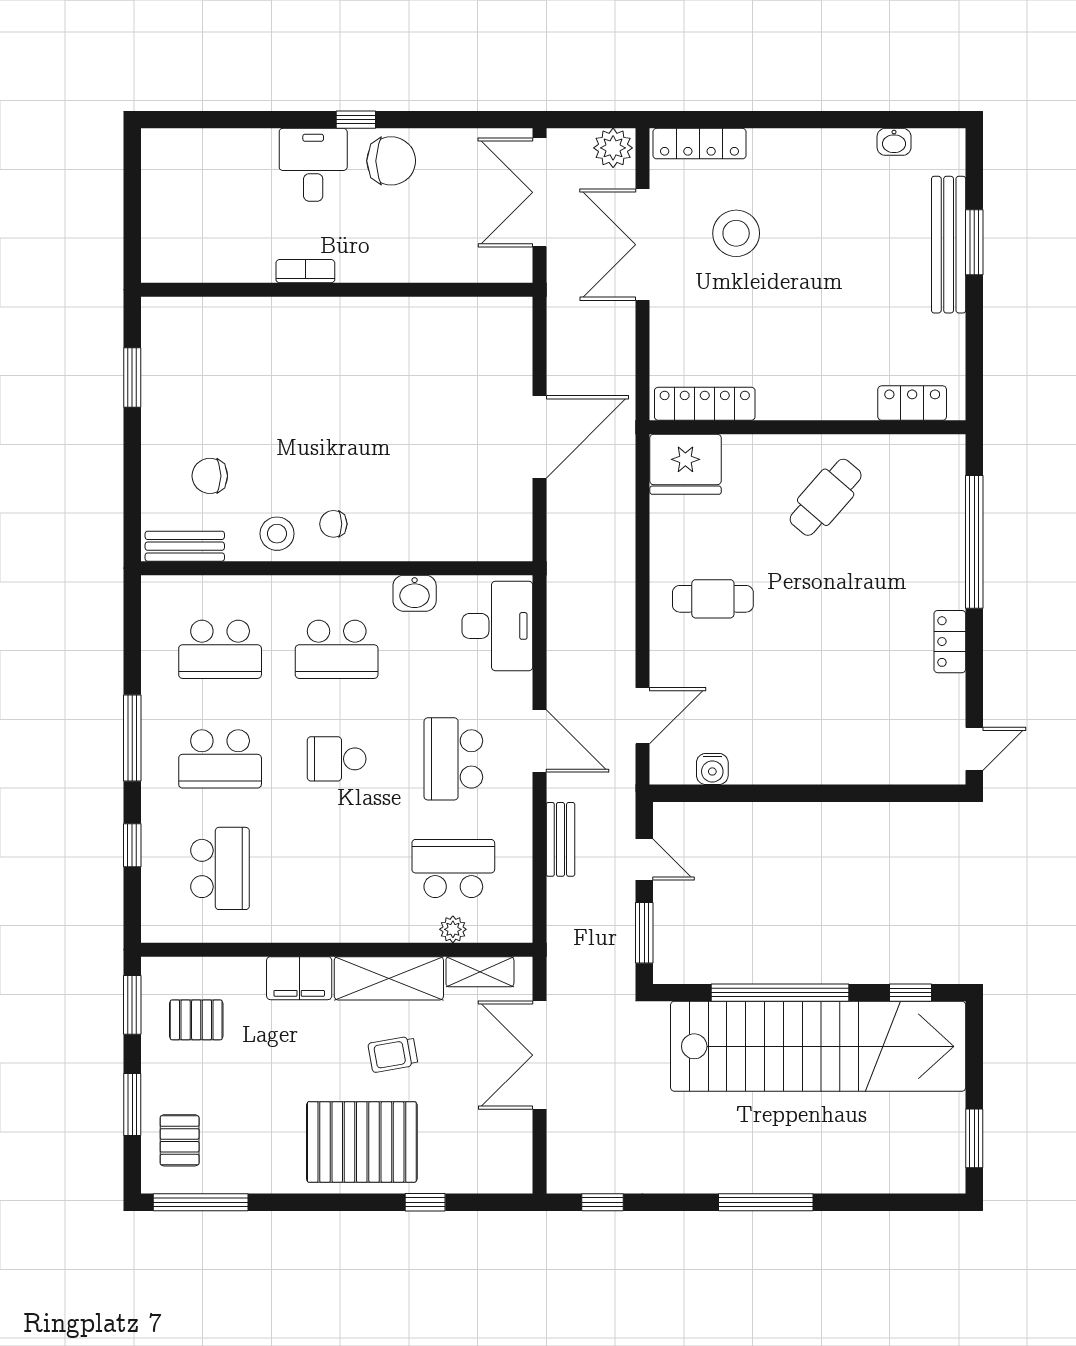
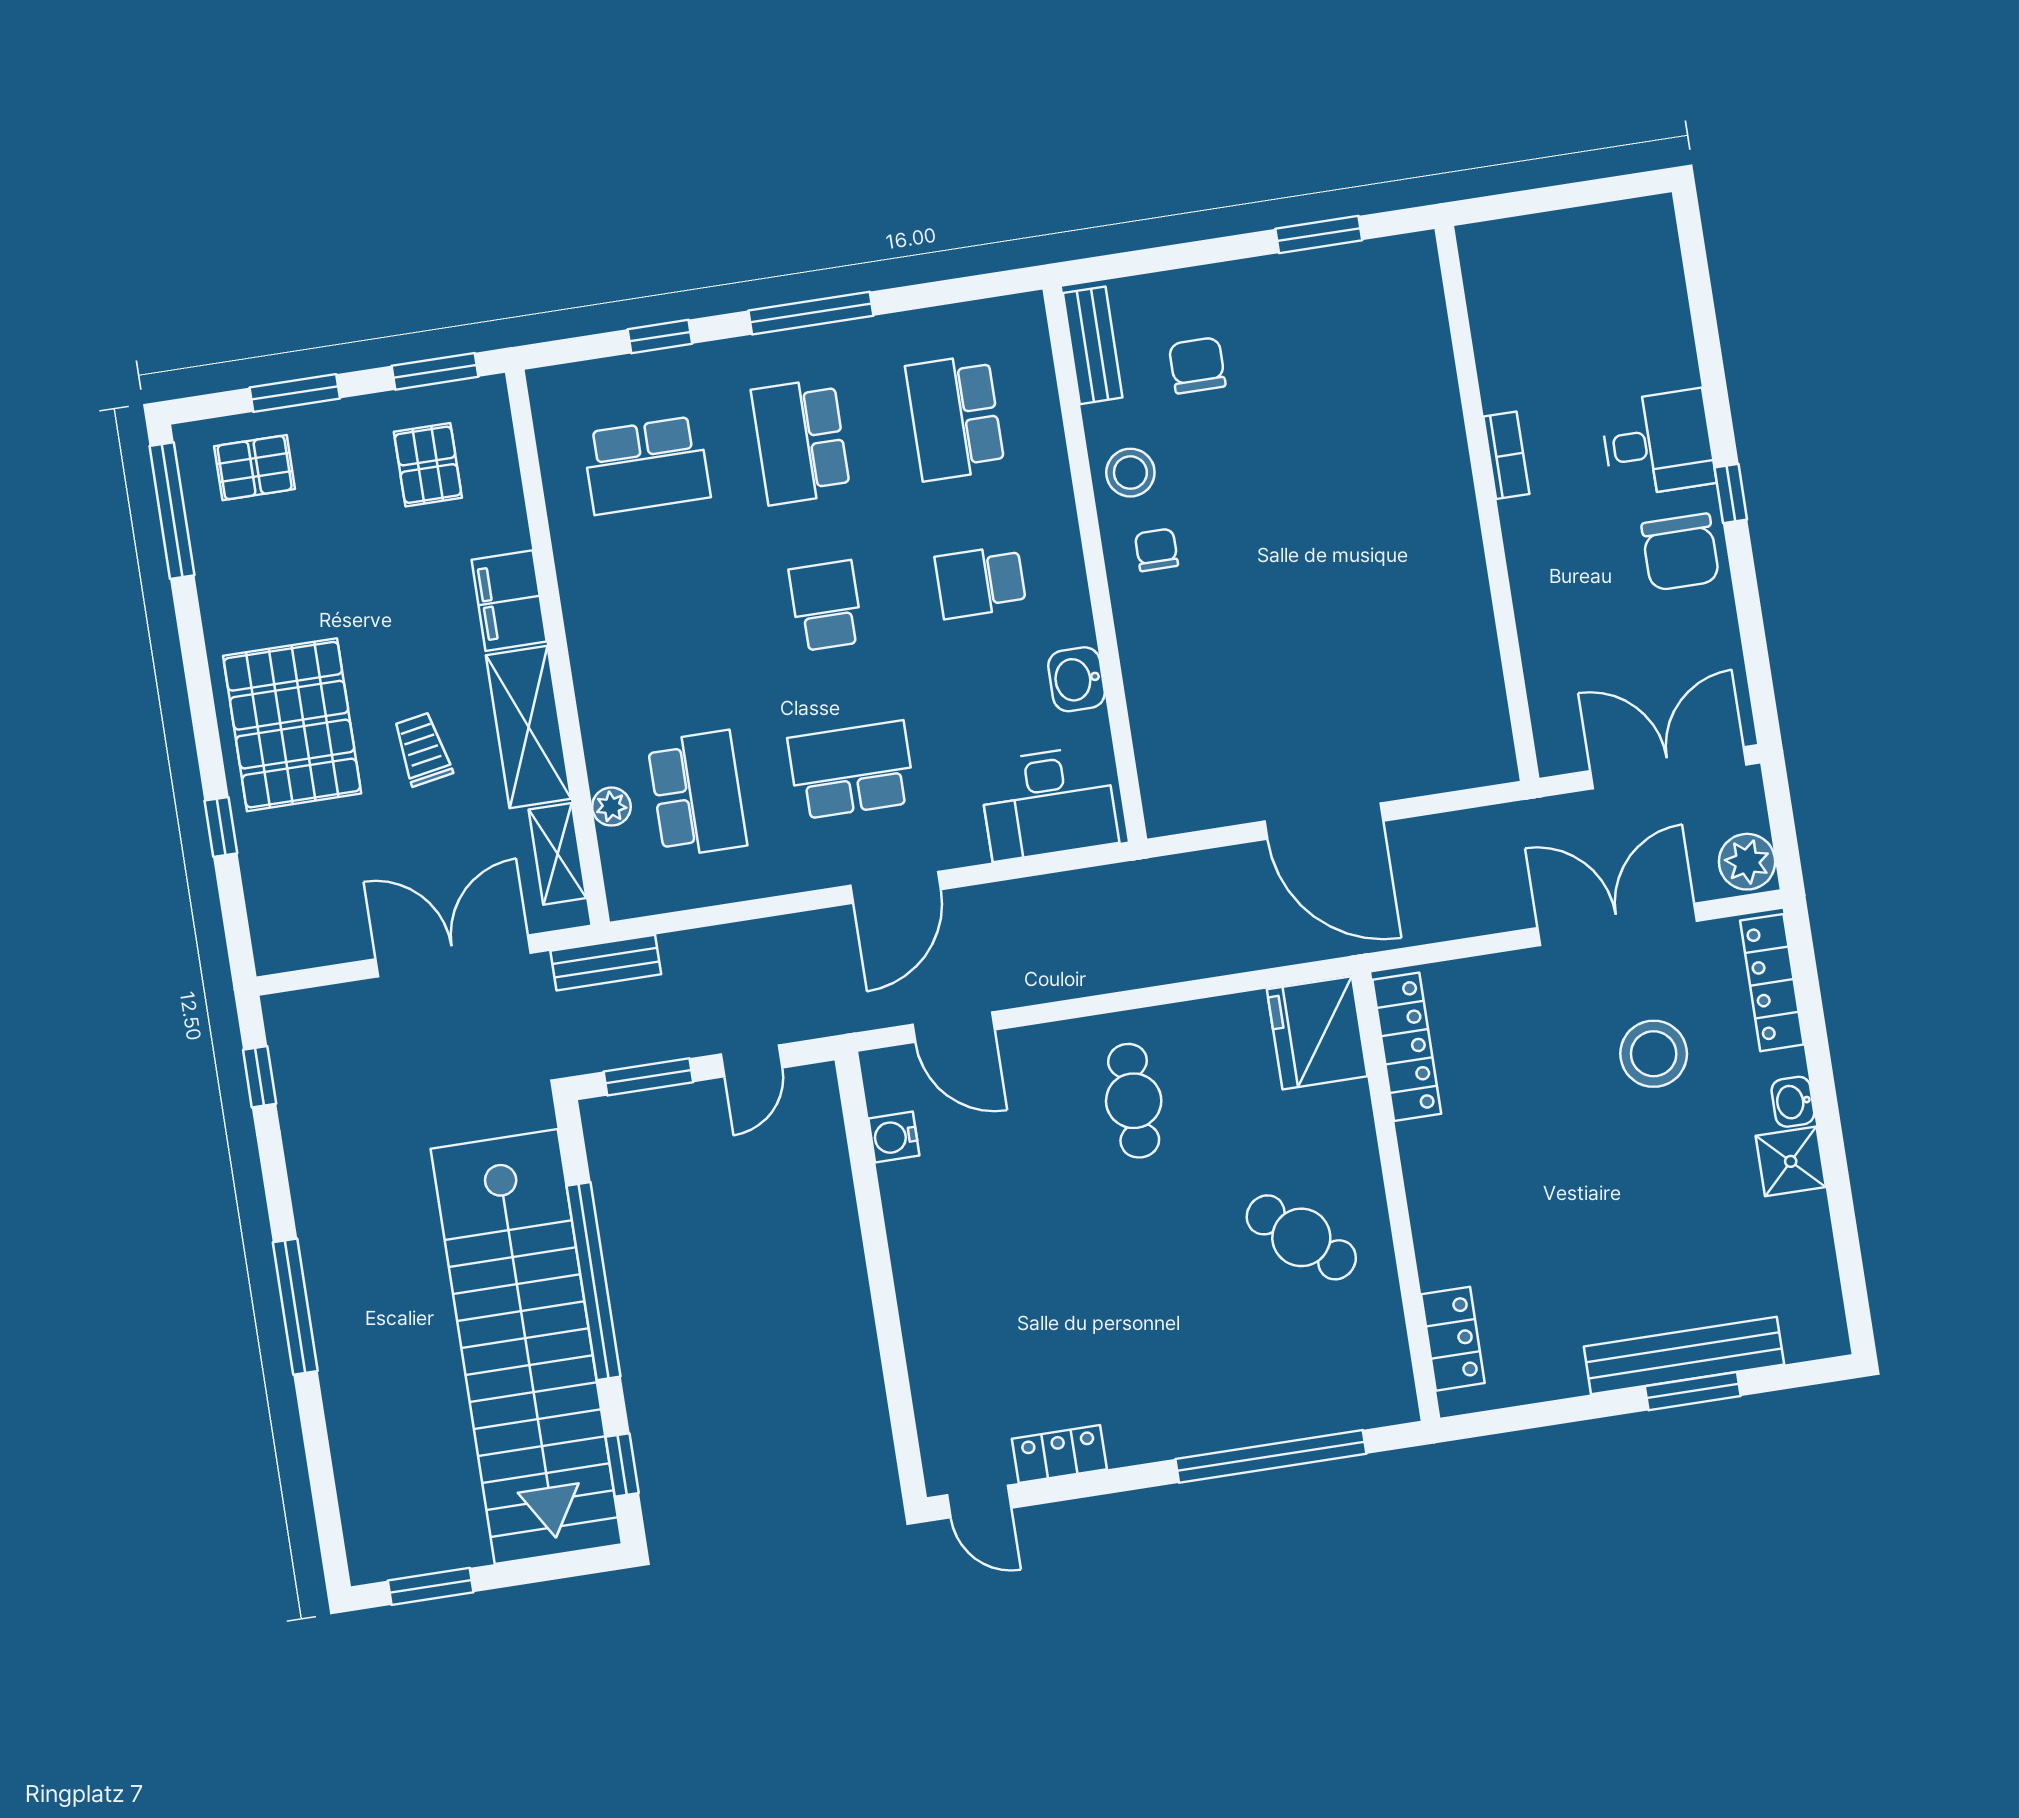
washbasin: (894, 142) -> (1793, 1102), moved
shower: (825, 150) -> (1791, 1161), added
locker: (950, 642) -> (1059, 1454), moved
school desk: (337, 649) -> (981, 582), width x0.54
bench: (560, 839) -> (606, 963), moved

